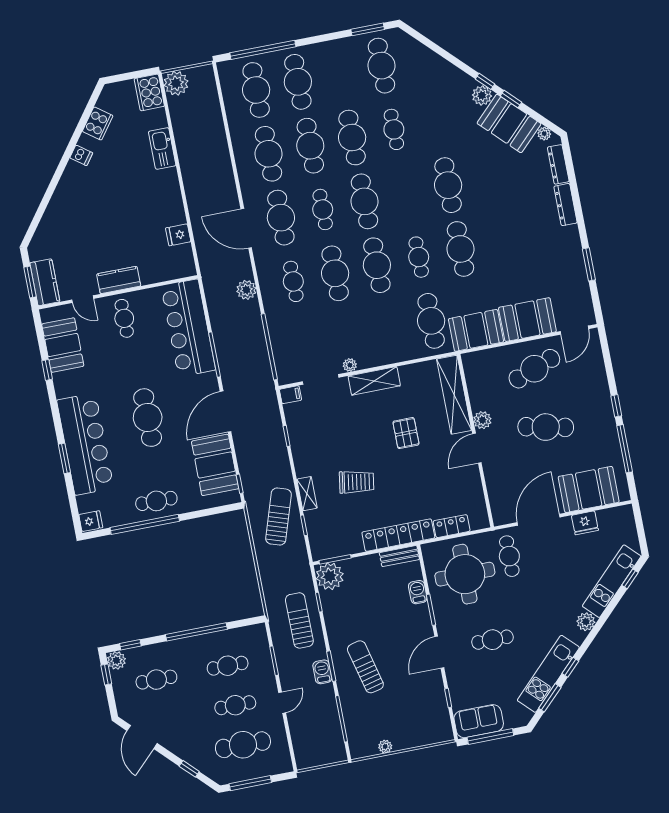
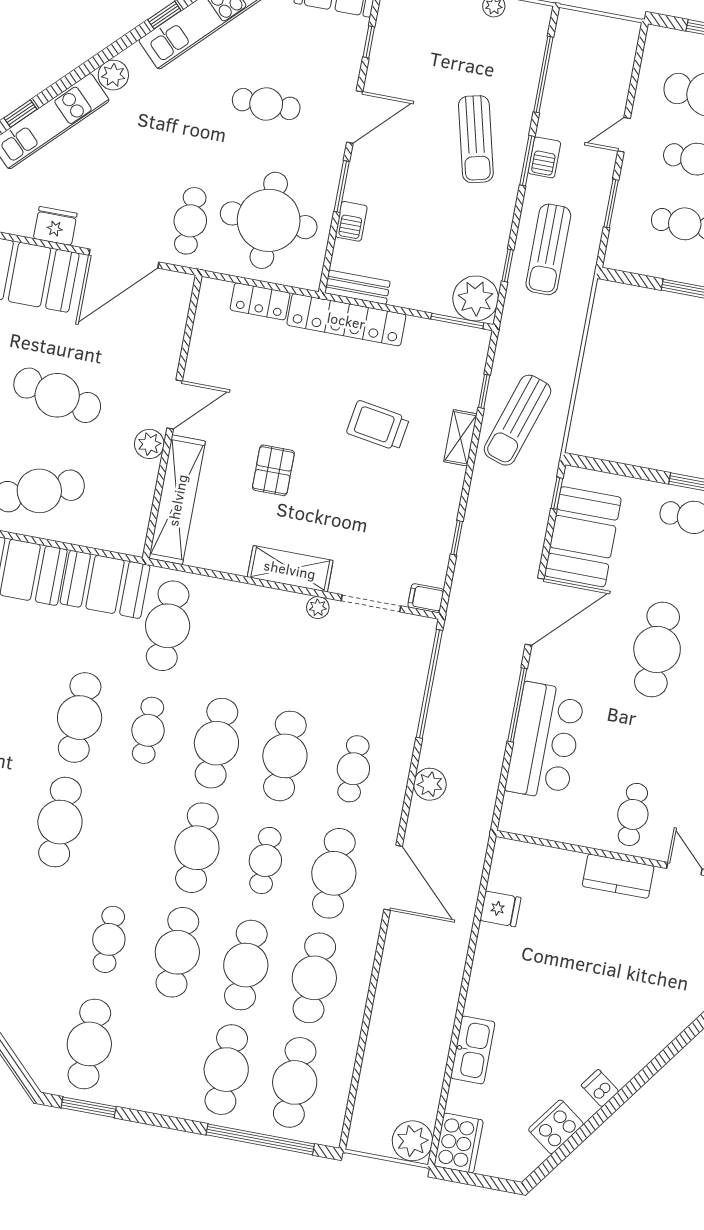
bar counter: (188, 328) -> (545, 741), width x0.73

